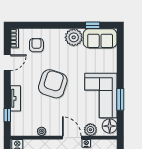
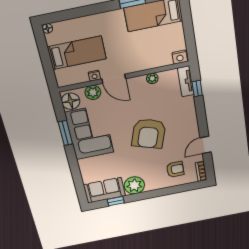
armchair: (36, 45) -> (175, 169), turned -90
tv unit: (16, 98) -> (186, 81), moved

